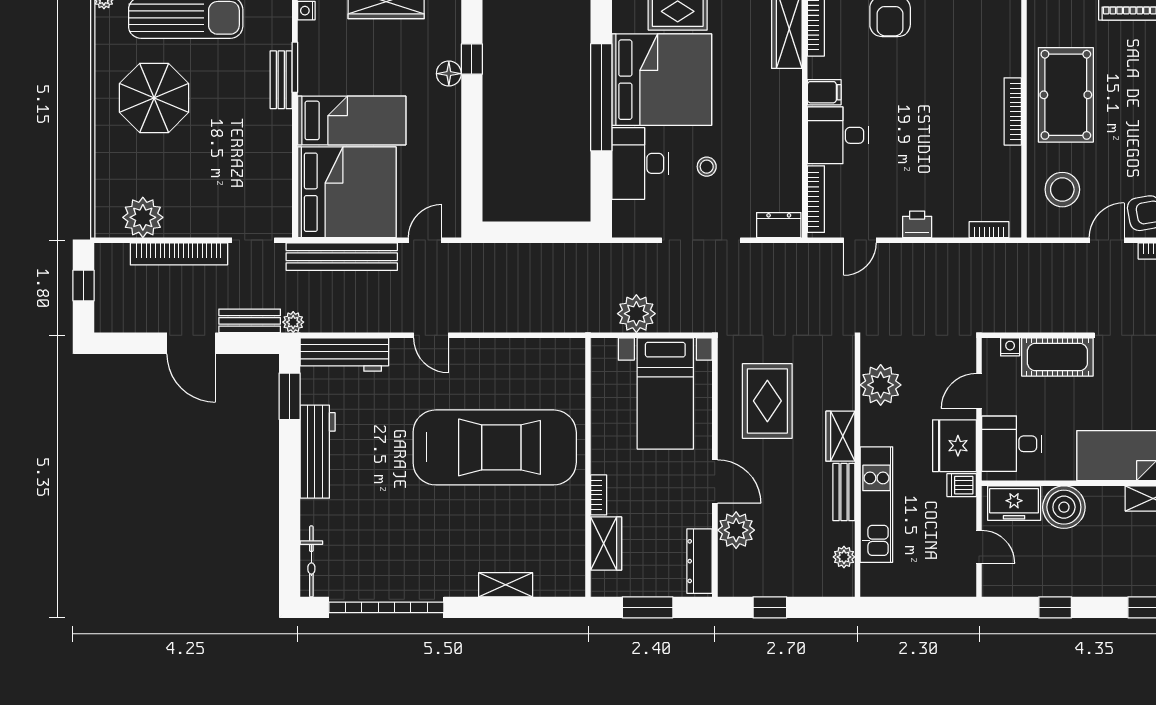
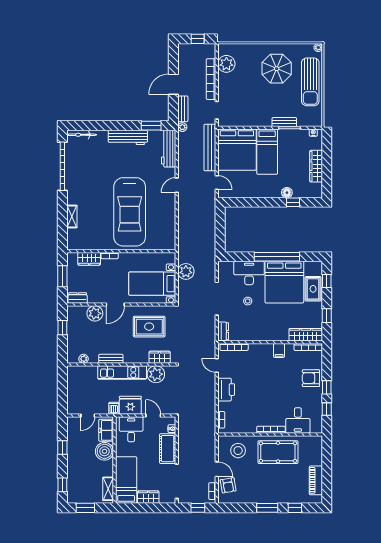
desk: (838, 135) -> (298, 420), moved, turned 180
printer: (917, 224) -> (226, 390), width x1.87, depth x1.48
wardrobe: (840, 436) -> (160, 357), moved
kitchen unit: (876, 505) -> (122, 372), moved
dresser: (700, 561) -> (78, 298), width x0.70

